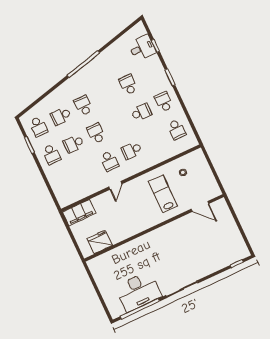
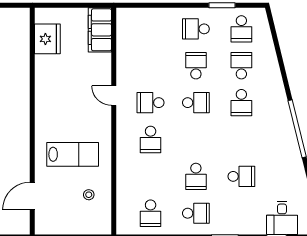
school desk: (83, 106) -> (241, 103), turned 90
school desk: (38, 127) -> (241, 29), turned -90
school desk: (177, 129) -> (151, 213), turned -90
school desk: (132, 150) -> (151, 139), turned 180

